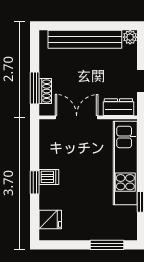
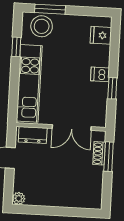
bench: (85, 39) -> (60, 199), removed
window: (35, 182) -> (112, 88), moved
stool: (115, 226) -> (42, 26), added

